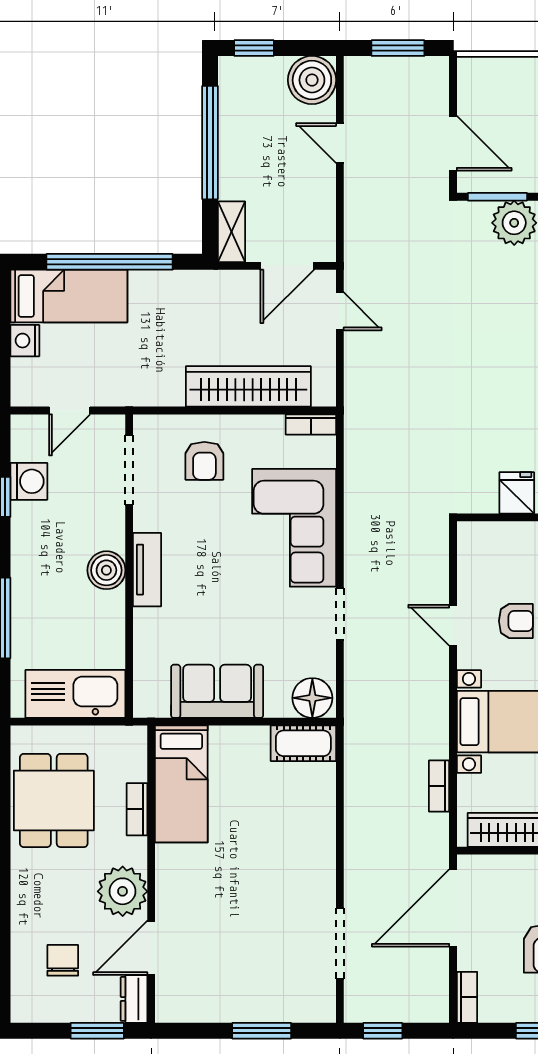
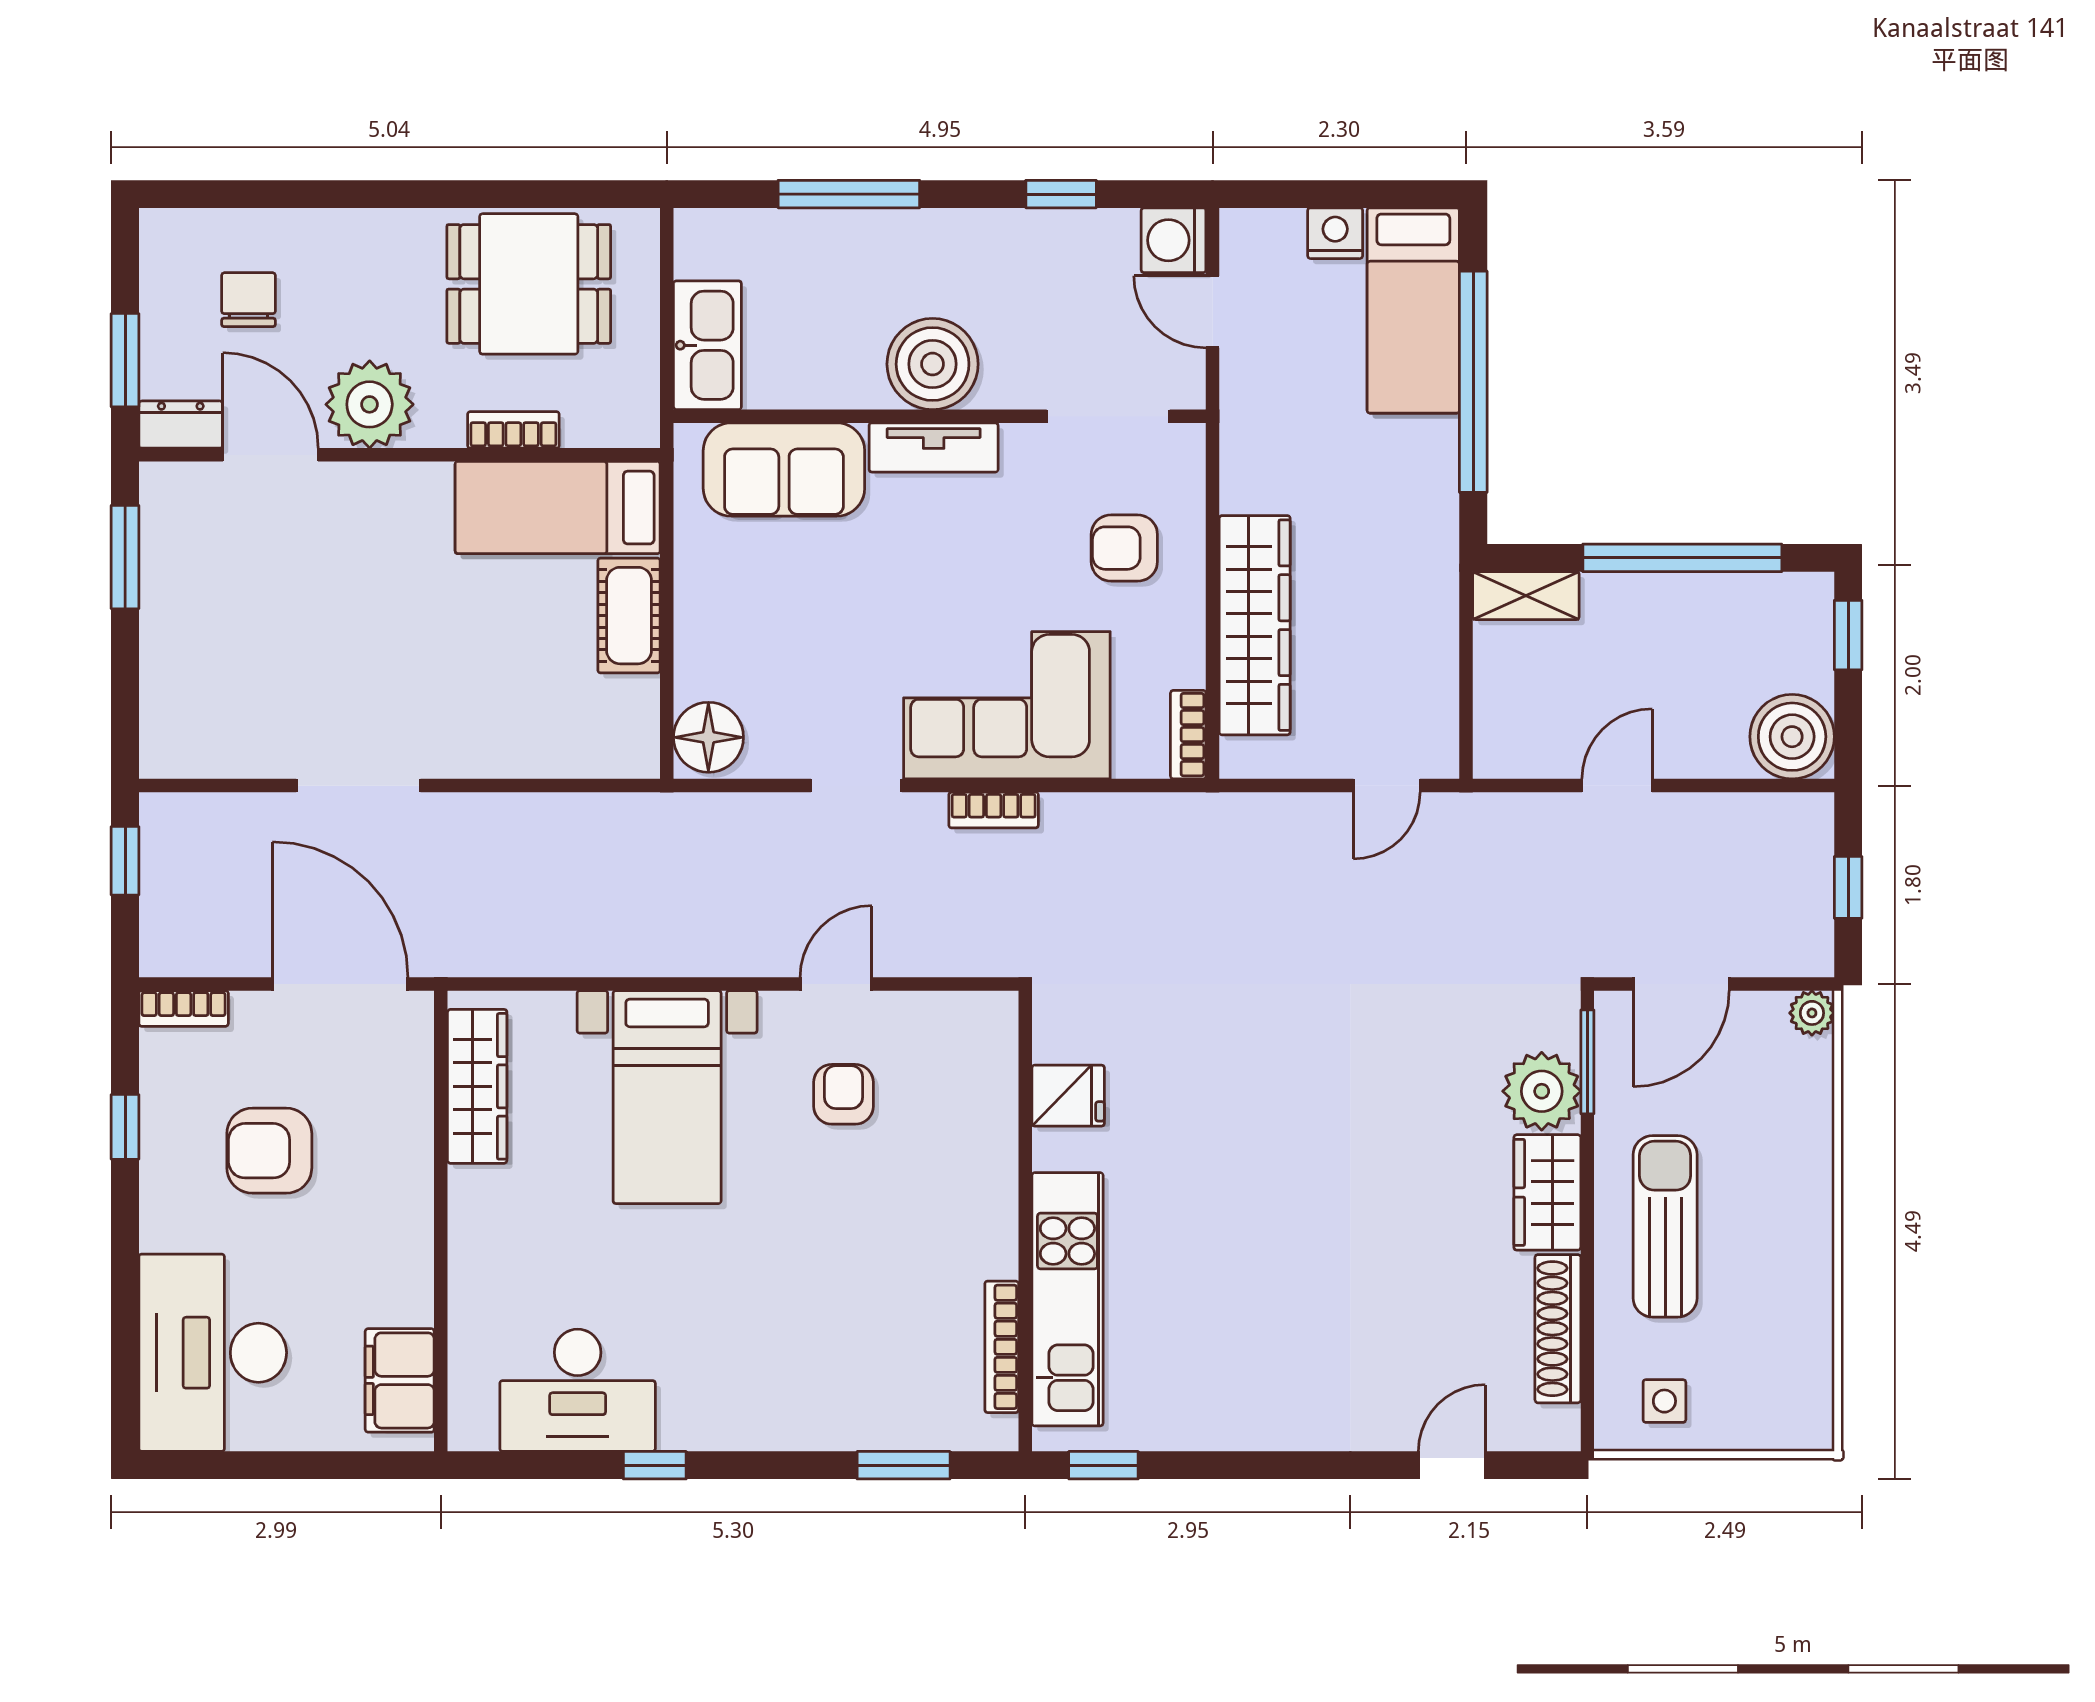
window: (398, 48) -> (1848, 887), width x0.67
plant: (470, 69) -> (1812, 1013), added
door: (340, 143) -> (1617, 786), moved
door: (287, 266) -> (1466, 693), removed
washing machine: (29, 481) -> (1174, 240), moved, turned 90
boiler: (106, 570) -> (933, 364), width x1.37, depth x1.37
armchair: (516, 621) -> (843, 1094), turned 180
sofa: (217, 691) -> (784, 470), moved, turned 90
kitchen sink: (75, 694) -> (707, 345), width x0.73, depth x0.81
cot: (303, 743) -> (629, 616), moved
bookcase: (439, 786) -> (994, 810), moved, turned 180
doorway: (340, 944) -> (358, 786), moved
chair: (63, 960) -> (248, 300), turned -90
window: (262, 1031) -> (125, 557), moved

